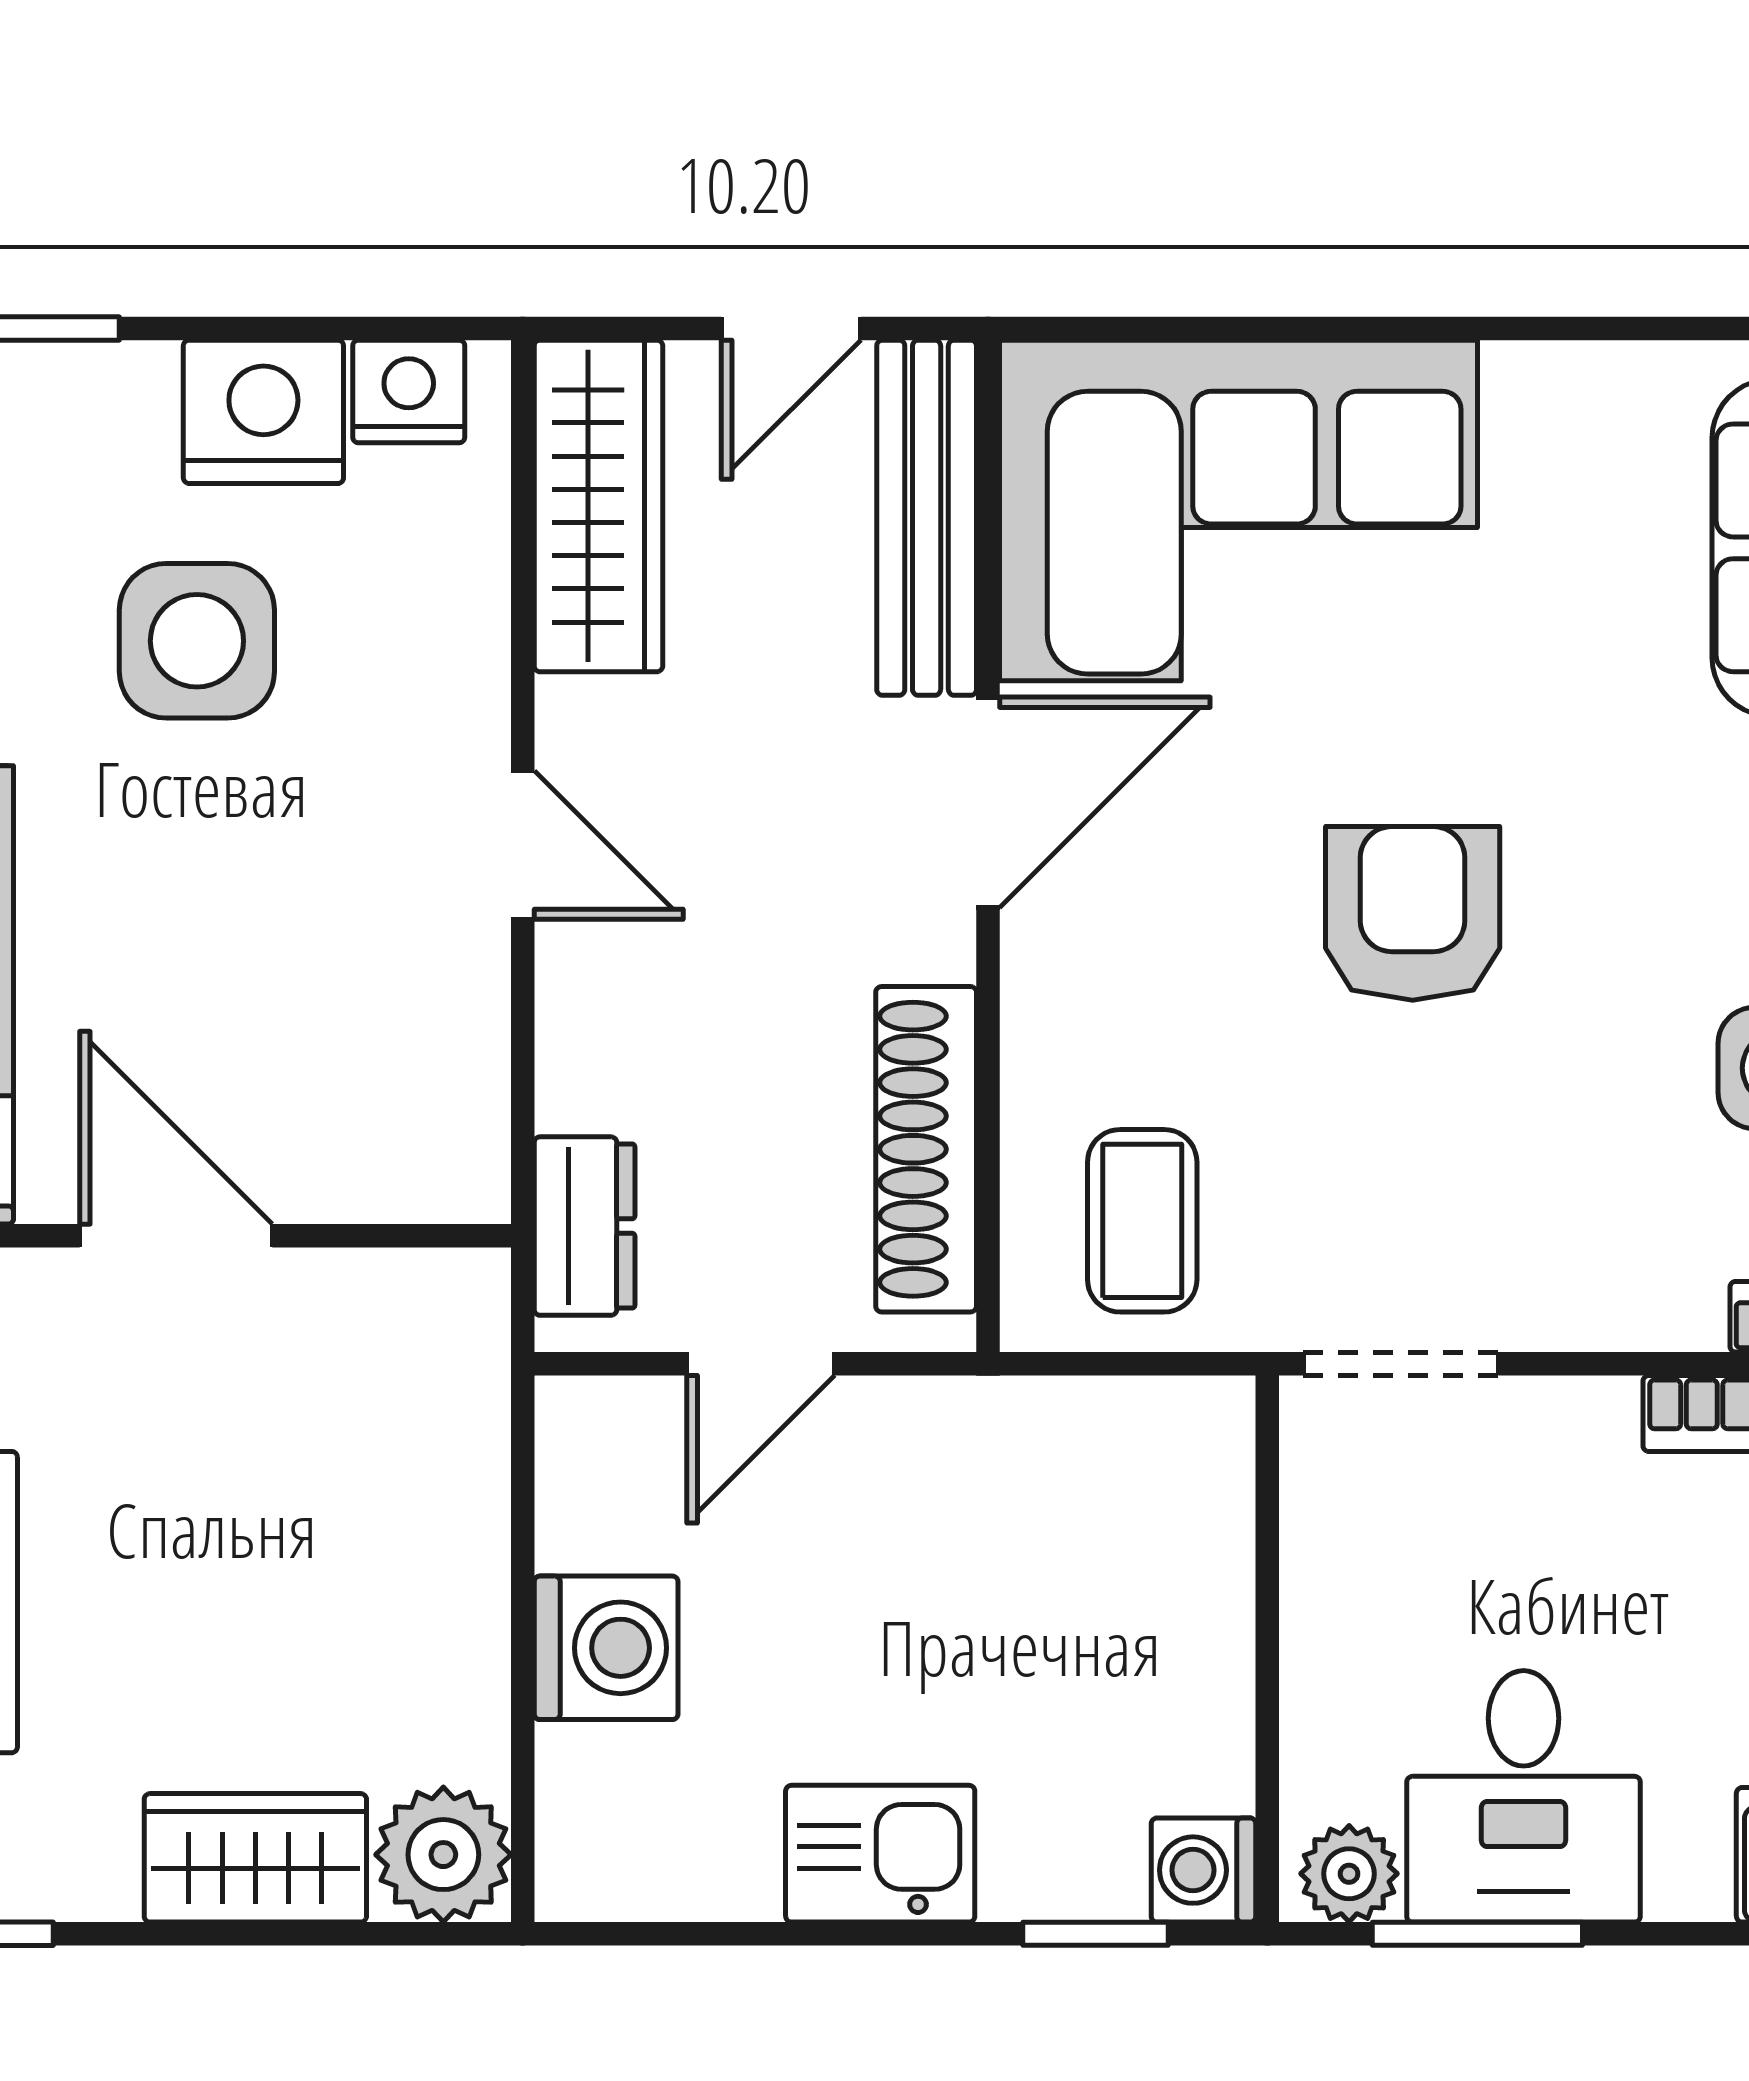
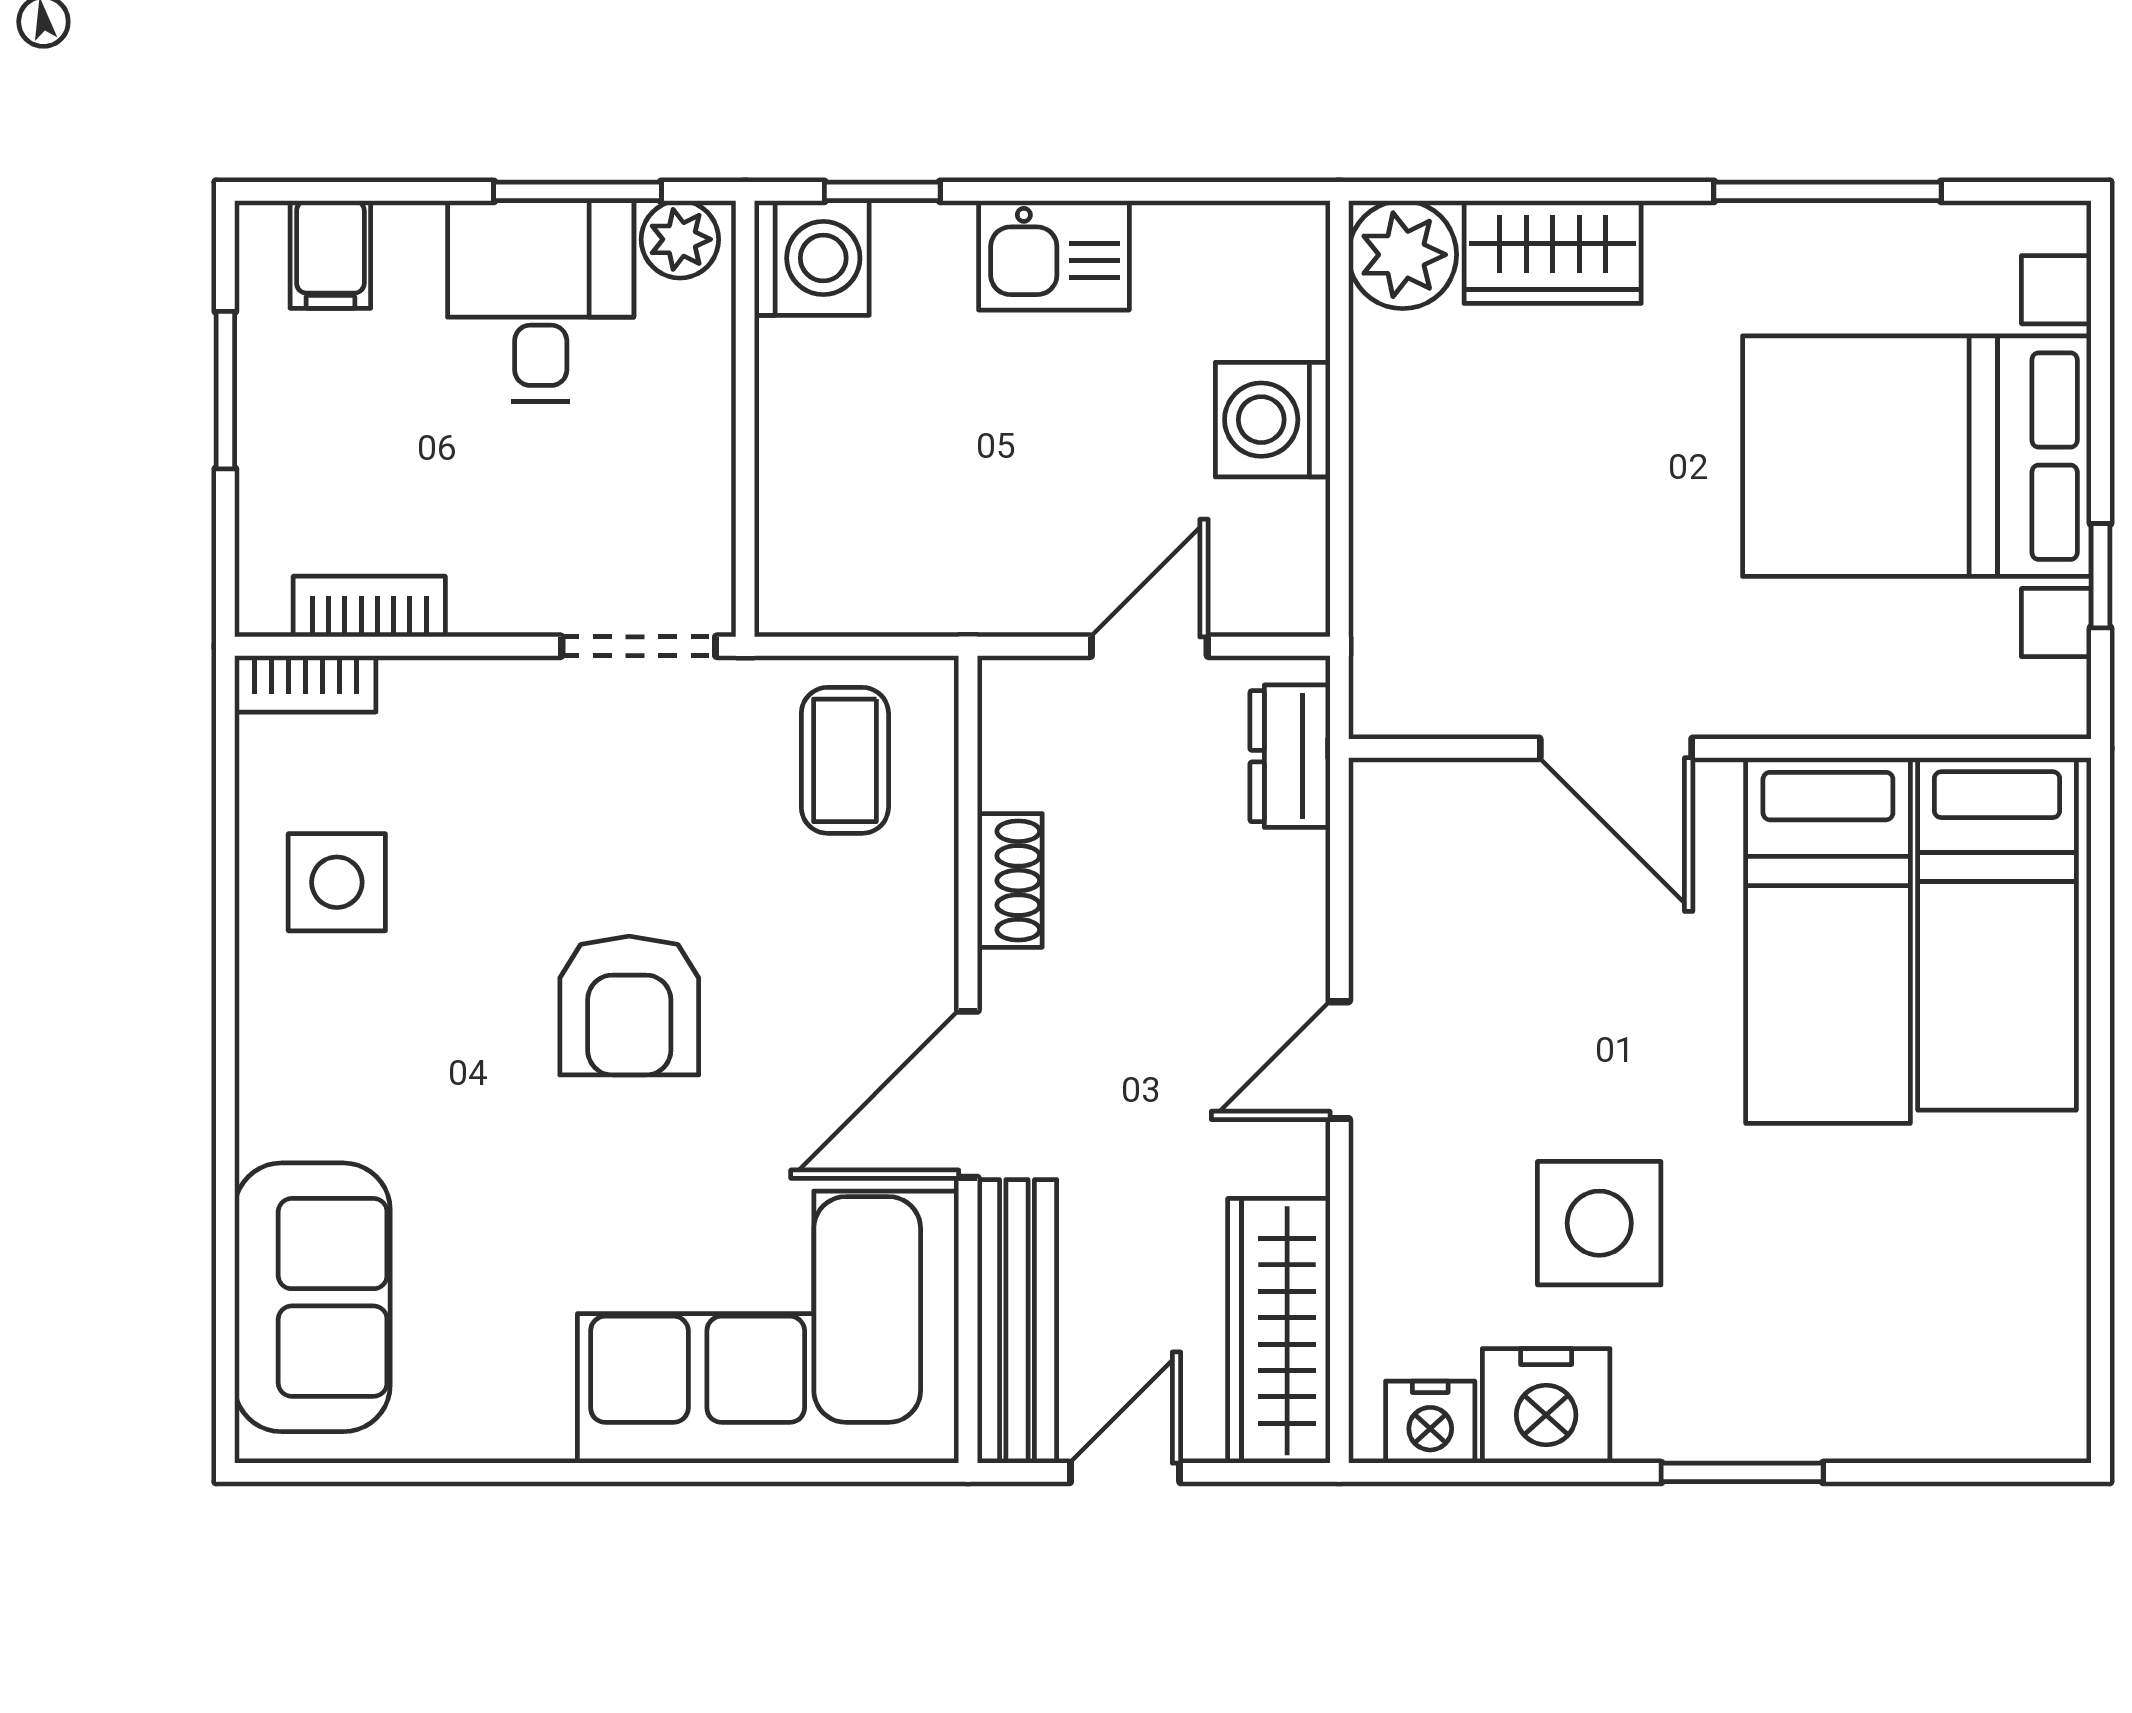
door: (523, 845) -> (1339, 1060), hinge flipped
shoe rack: (926, 1149) -> (1010, 880), width x0.51, depth x0.81
washing machine: (1203, 1870) -> (812, 258), width x1.38, depth x1.38

